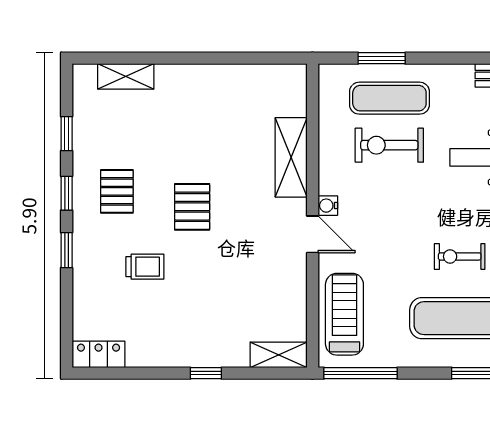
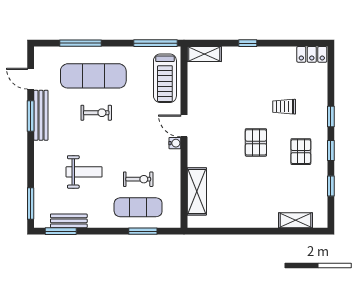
exercise bike: (389, 145) -> (138, 179), width x0.73, depth x0.72
shelving: (291, 157) -> (197, 191), moved

